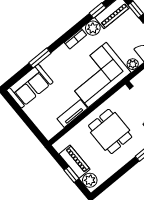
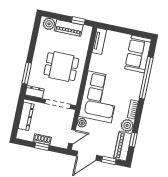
window: (40, 58) -> (146, 78), width x2.11
tv unit: (72, 114) -> (99, 41), moved
window: (71, 174) -> (78, 21), moved

